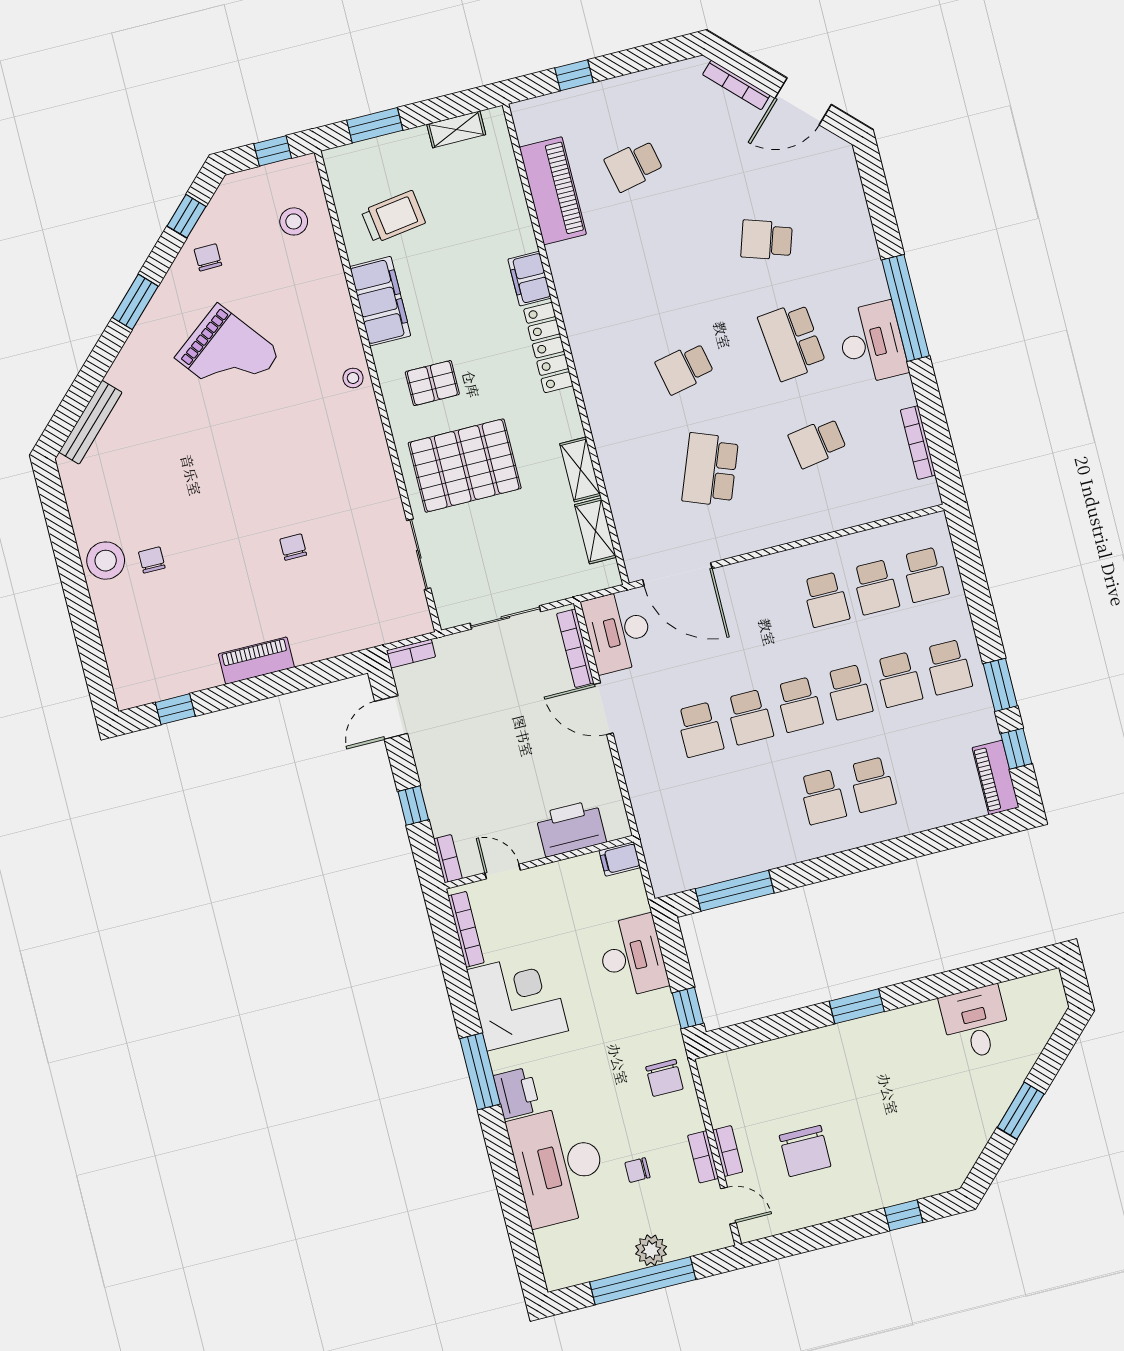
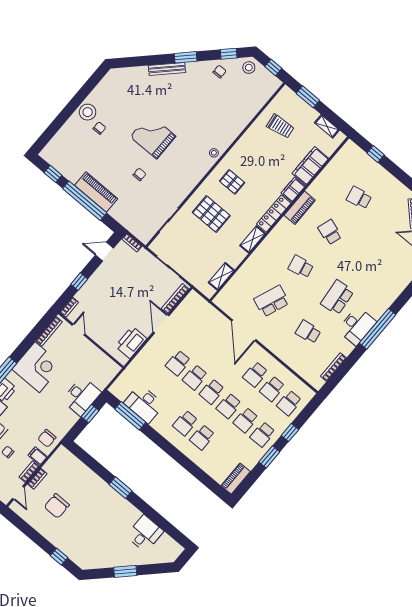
piano: (553, 191) -> (300, 208), moved, width x0.73, depth x0.75
stool: (294, 221) -> (249, 68), moved
school desk: (767, 240) -> (330, 232), moved
filing cabinet: (380, 301) -> (310, 166), moved, turned 180
grand piano: (228, 355) -> (153, 136), moved, turned 128
bench: (90, 422) -> (167, 69), moved
pallet: (465, 466) -> (211, 214), width x0.73, depth x0.71
shelving: (580, 469) -> (253, 239), moved
door: (677, 574) -> (244, 330), moved
desk: (618, 631) -> (144, 404), moved, turned -90
piano: (256, 661) -> (96, 192), width x1.37, depth x1.33
window: (268, 686) -> (85, 201), added
window: (1016, 749) -> (290, 433), moved
printer: (571, 828) -> (131, 342), moved, turned -90
filing cabinet: (620, 859) -> (38, 456), moved
window: (688, 1008) -> (90, 414), moved

